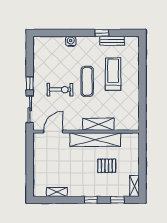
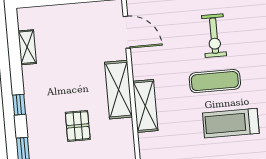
treadmill: (113, 74) -> (231, 123), turned 180
exercise bike: (60, 90) -> (214, 36), moved
shelving: (95, 140) -> (118, 90), width x0.68

